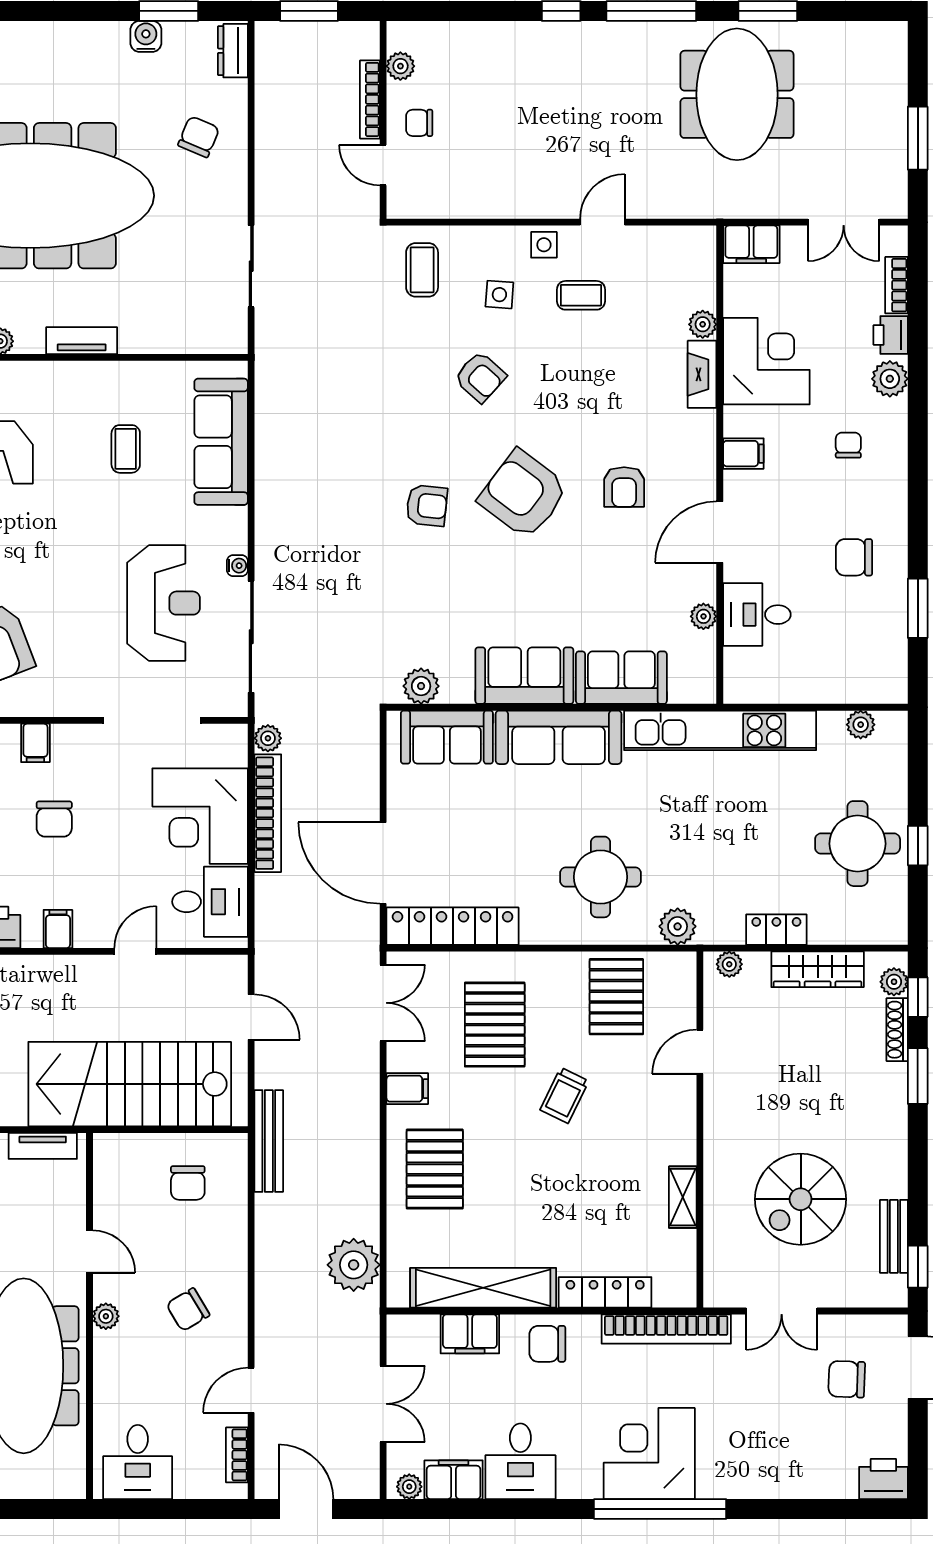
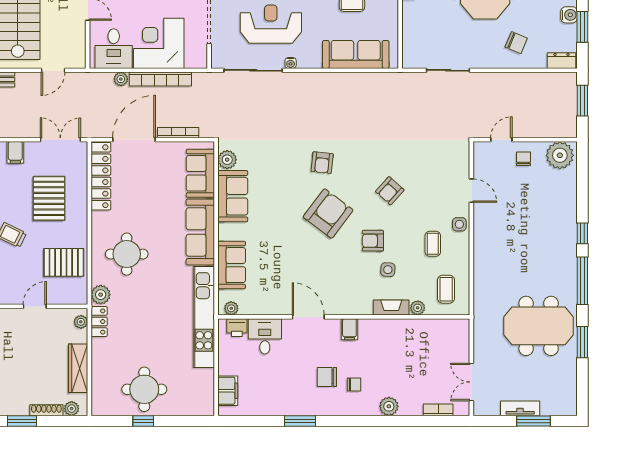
plant: (400, 66) -> (560, 155), width x1.87, depth x1.87
bookcase: (370, 99) -> (178, 133), moved
tv unit: (894, 129) -> (520, 408), added
window: (918, 138) -> (534, 421), moved
door: (602, 222) -> (471, 191), moved
filing cabinet: (751, 244) -> (228, 391), moved, turned 180
coffee table: (422, 270) -> (446, 289), moved, turned 90
side table: (499, 295) -> (388, 270), moved
printer: (891, 335) -> (237, 328), moved, turned 180
corner desk: (766, 361) -> (398, 341), removed
armchair: (624, 487) -> (373, 241), moved
chair: (854, 557) -> (327, 377), moved, turned -90
reception desk: (164, 603) -> (271, 24), turned 180
window: (918, 608) -> (300, 421), moved
plant: (703, 616) -> (231, 308), moved
sofa: (524, 676) -> (233, 196), moved
plant: (861, 725) -> (207, 391), removed
plant: (268, 738) -> (121, 79), moved
locker: (776, 930) -> (99, 322), moved
window: (918, 997) -> (63, 421), removed
double door: (383, 1003) -> (60, 140), swing flipped
pallet: (495, 1025) -> (49, 198), turned 90
door: (700, 1052) -> (35, 306), hinge flipped

